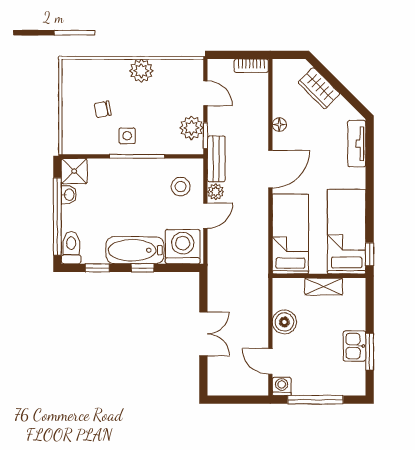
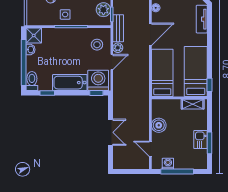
window: (143, 268) -> (96, 93), moved
shelving: (324, 287) -> (193, 104), moved
washing machine: (282, 386) -> (168, 164), moved

